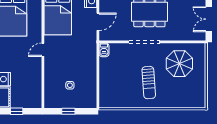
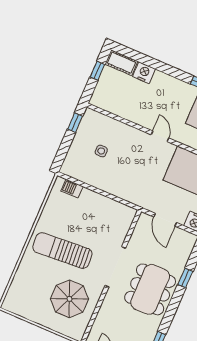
barbecue: (104, 50) -> (72, 189), moved
sun lounger: (149, 83) -> (62, 251), width x1.36, depth x1.34
window: (68, 111) -> (75, 123), moved

